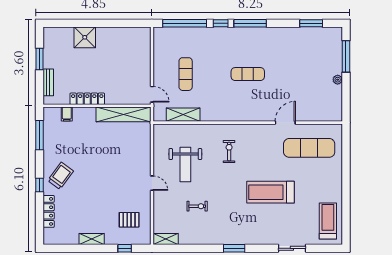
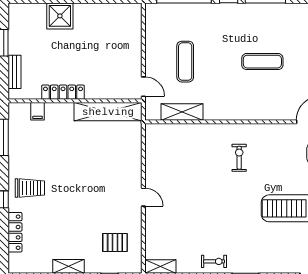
weight bench: (185, 164) -> (185, 174), removed
trolley: (61, 176) -> (30, 188), turned 54
exercise bike: (197, 206) -> (214, 261), moved

